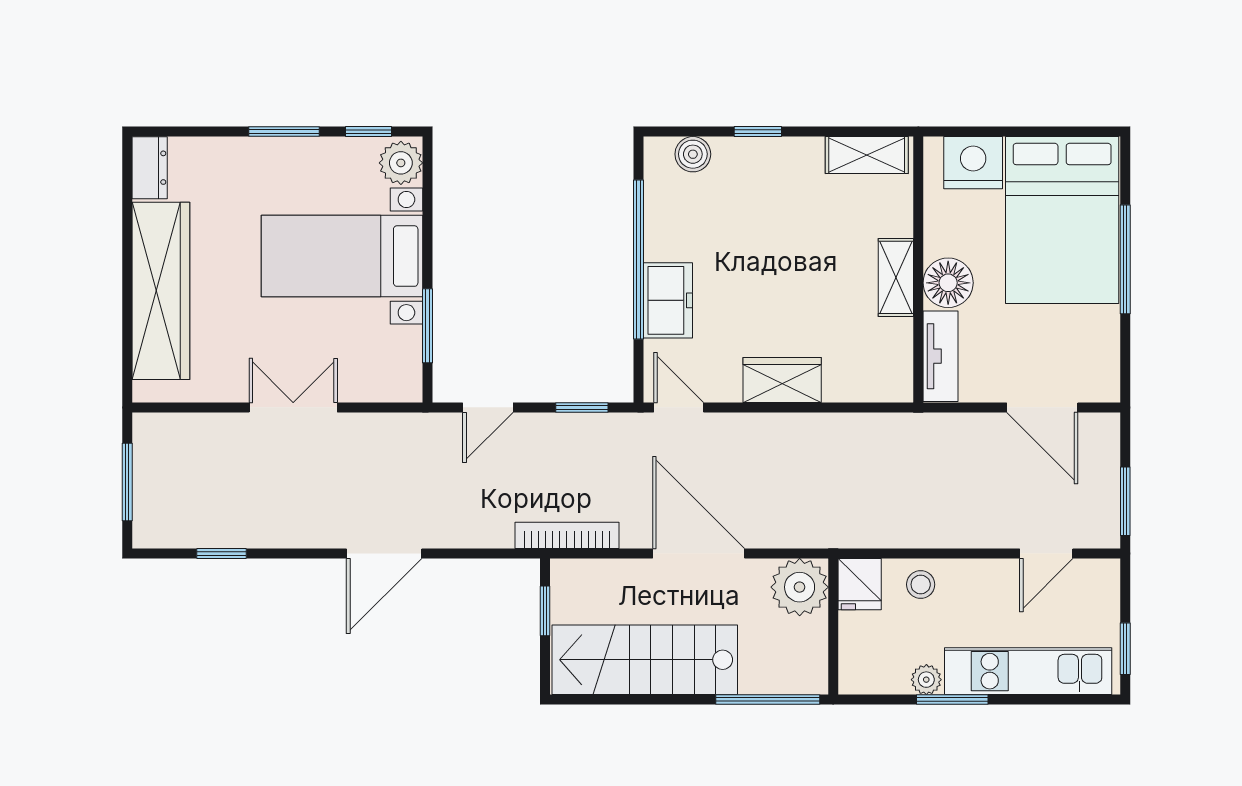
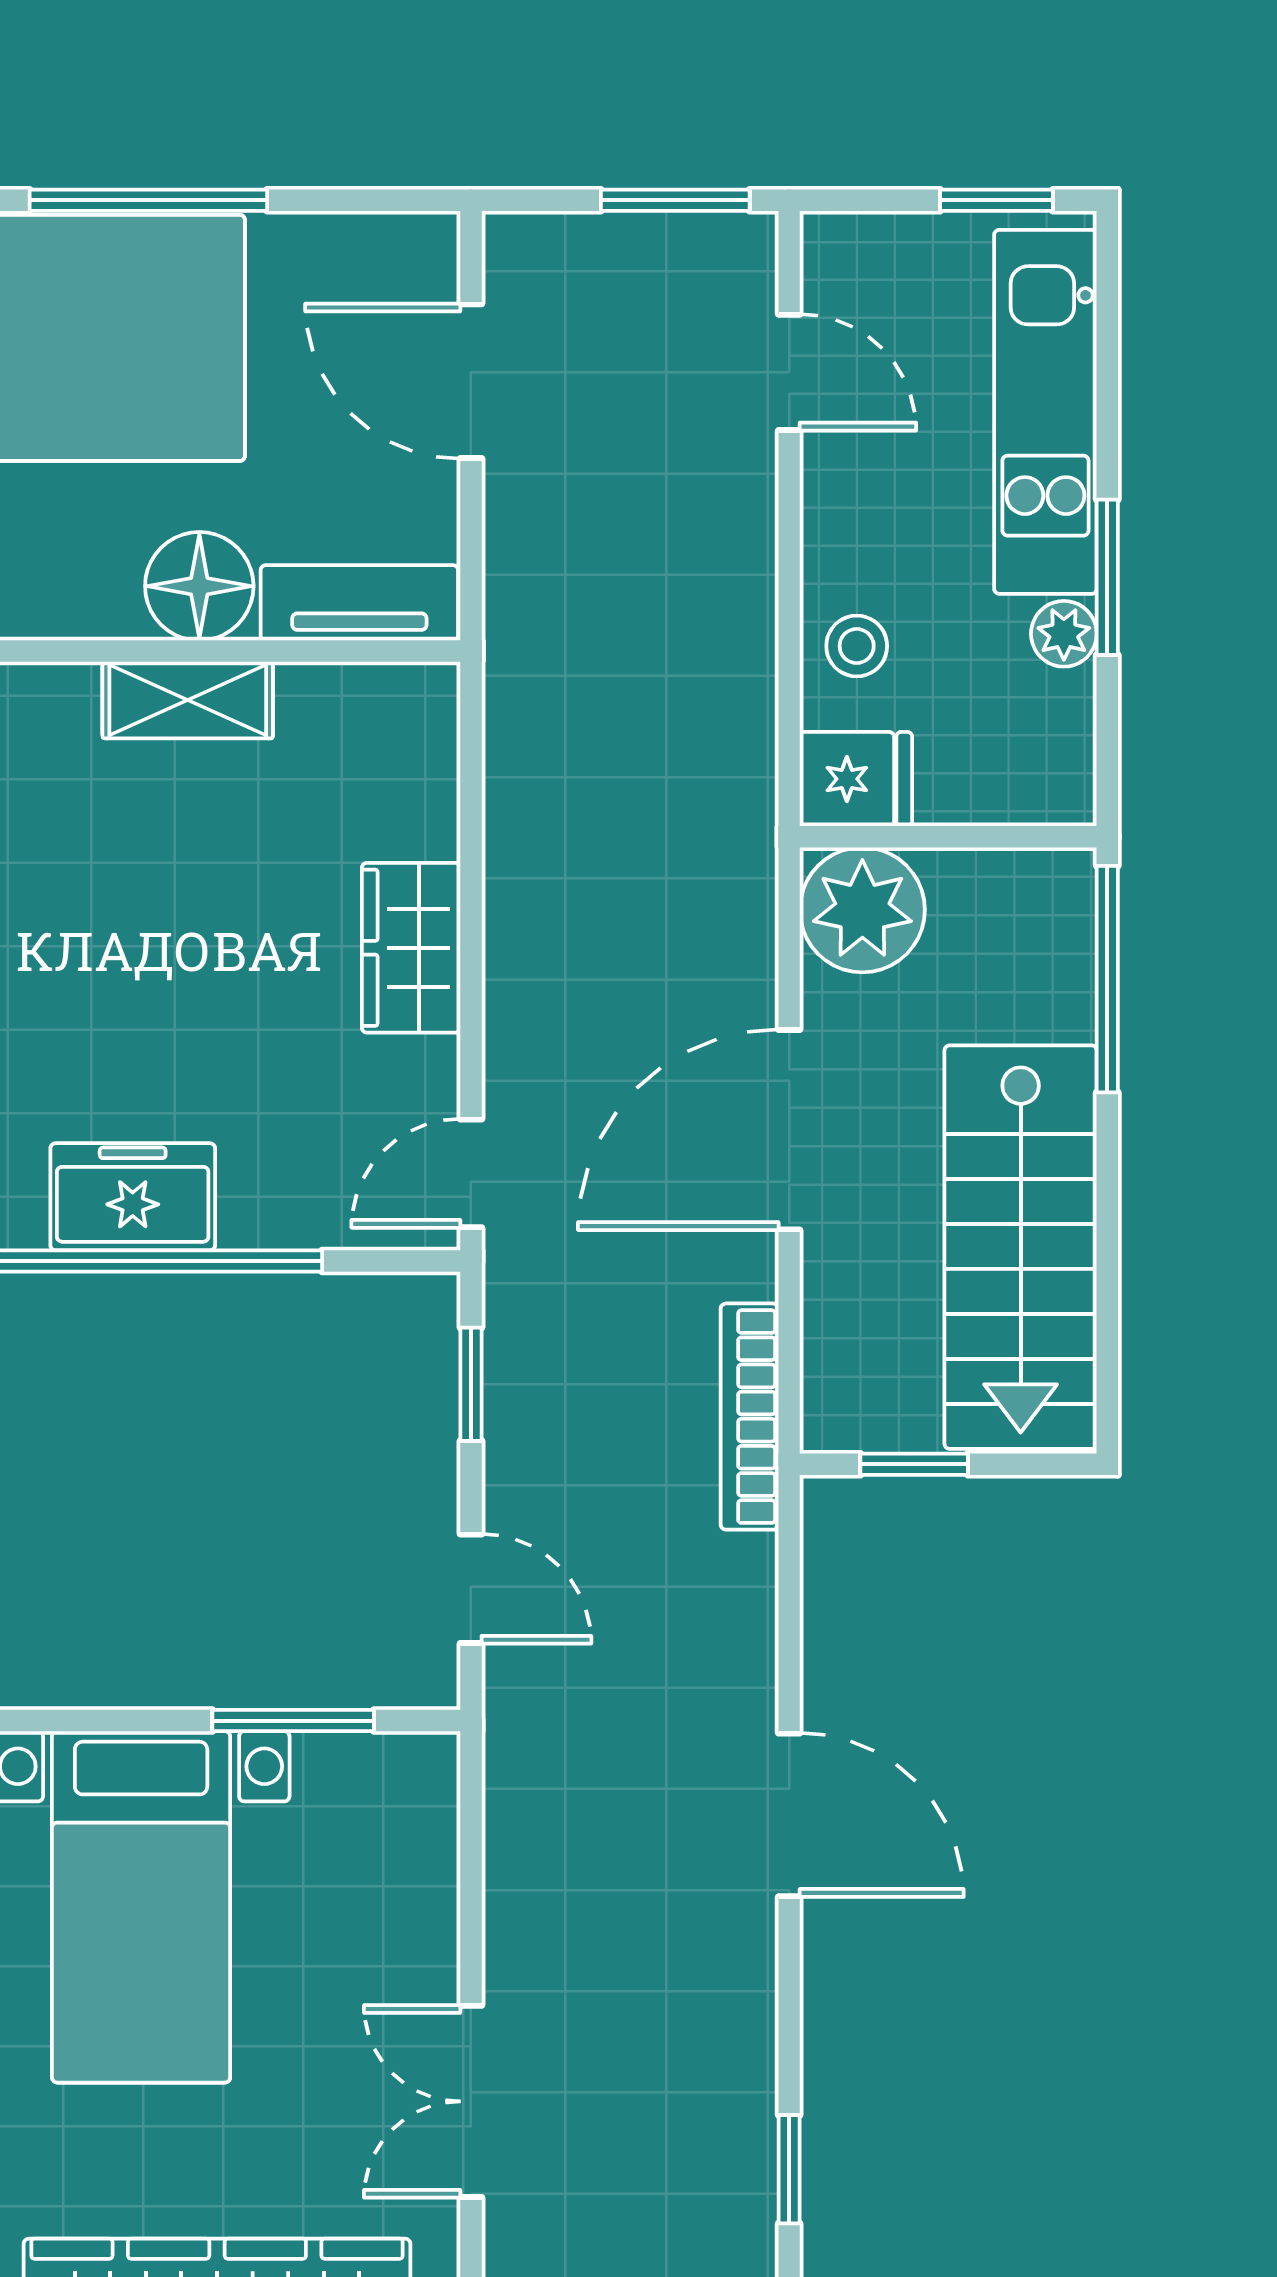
freezer: (668, 300) -> (133, 1197), moved
double door: (293, 407) -> (471, 2101), moved
door: (1042, 407) -> (471, 381), swing flipped

